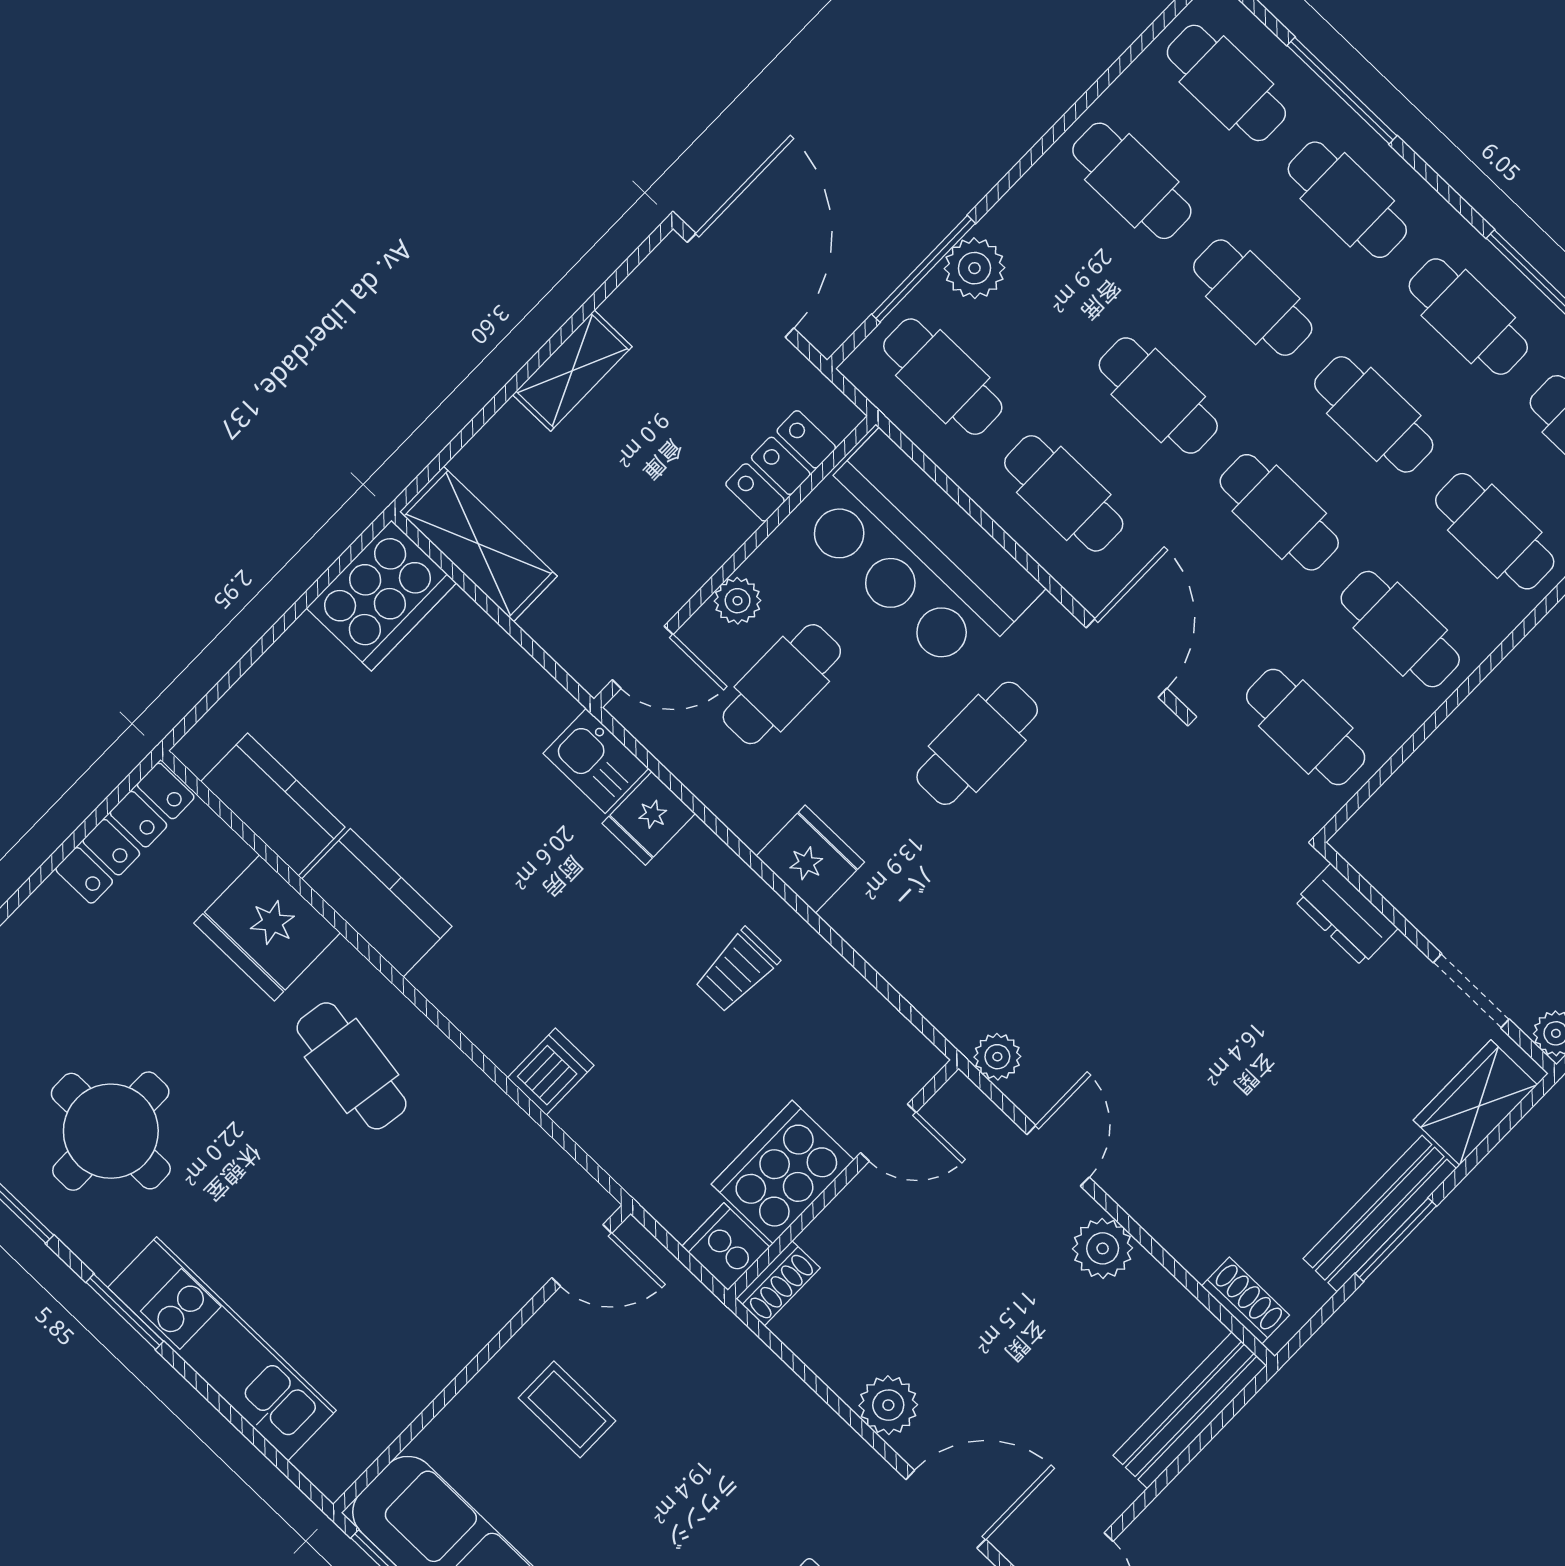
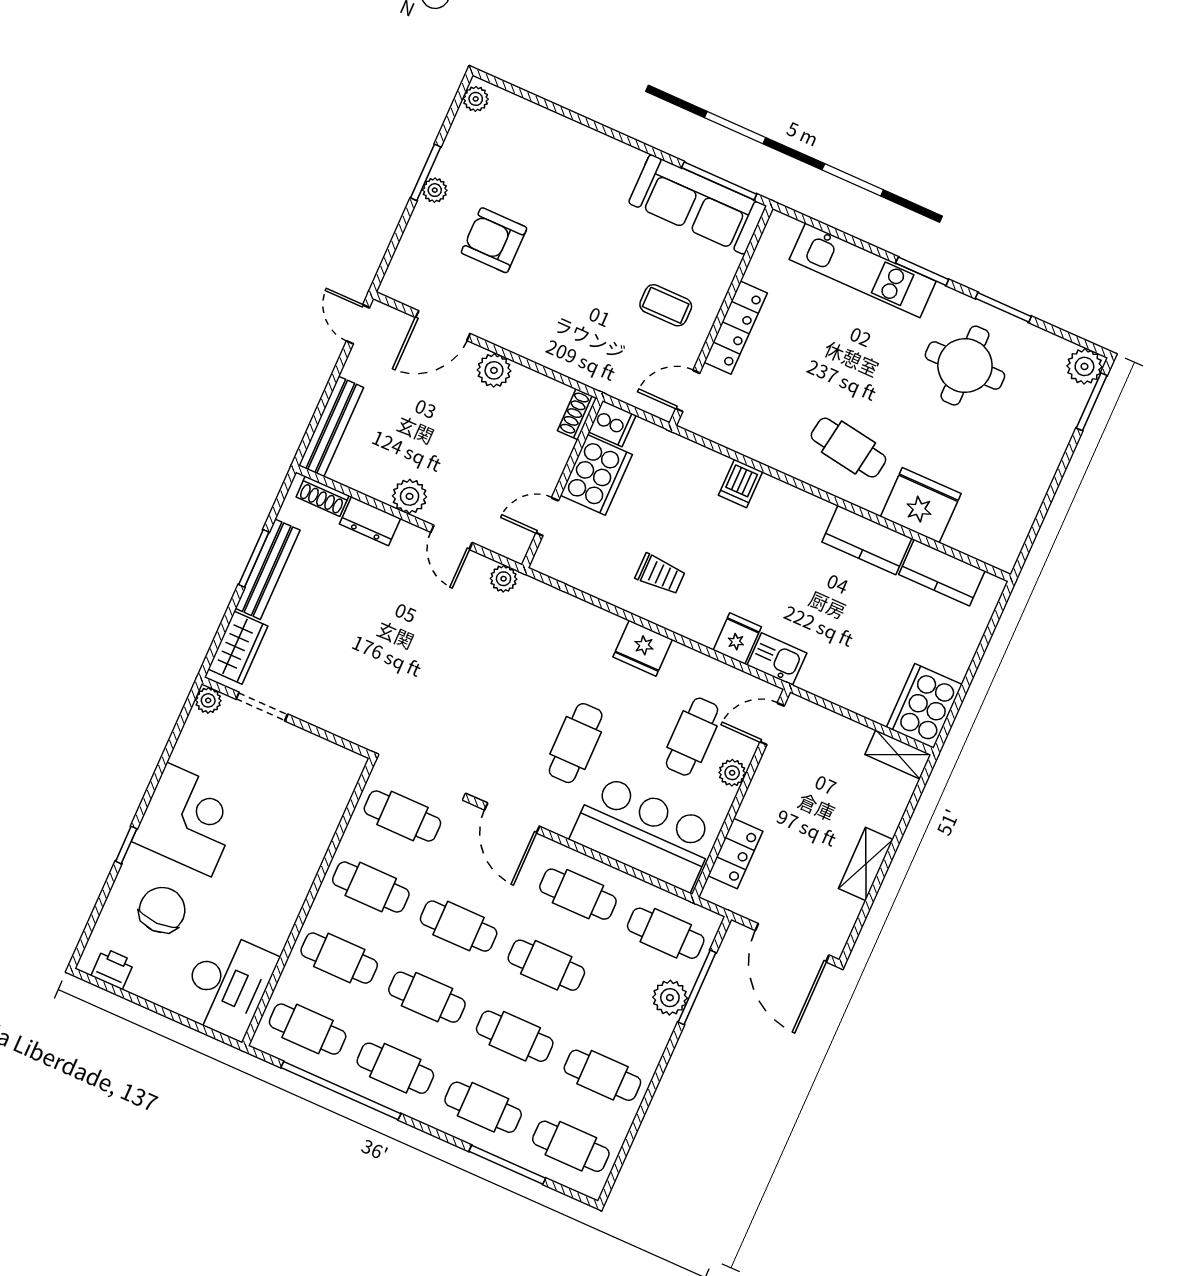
shelving: (478, 544) -> (898, 755), width x0.67, depth x0.75
locker: (125, 833) -> (736, 328), moved, turned 180
dresser: (1346, 915) -> (370, 521), moved, turned 180
trolley: (737, 970) -> (660, 574), turned 90

